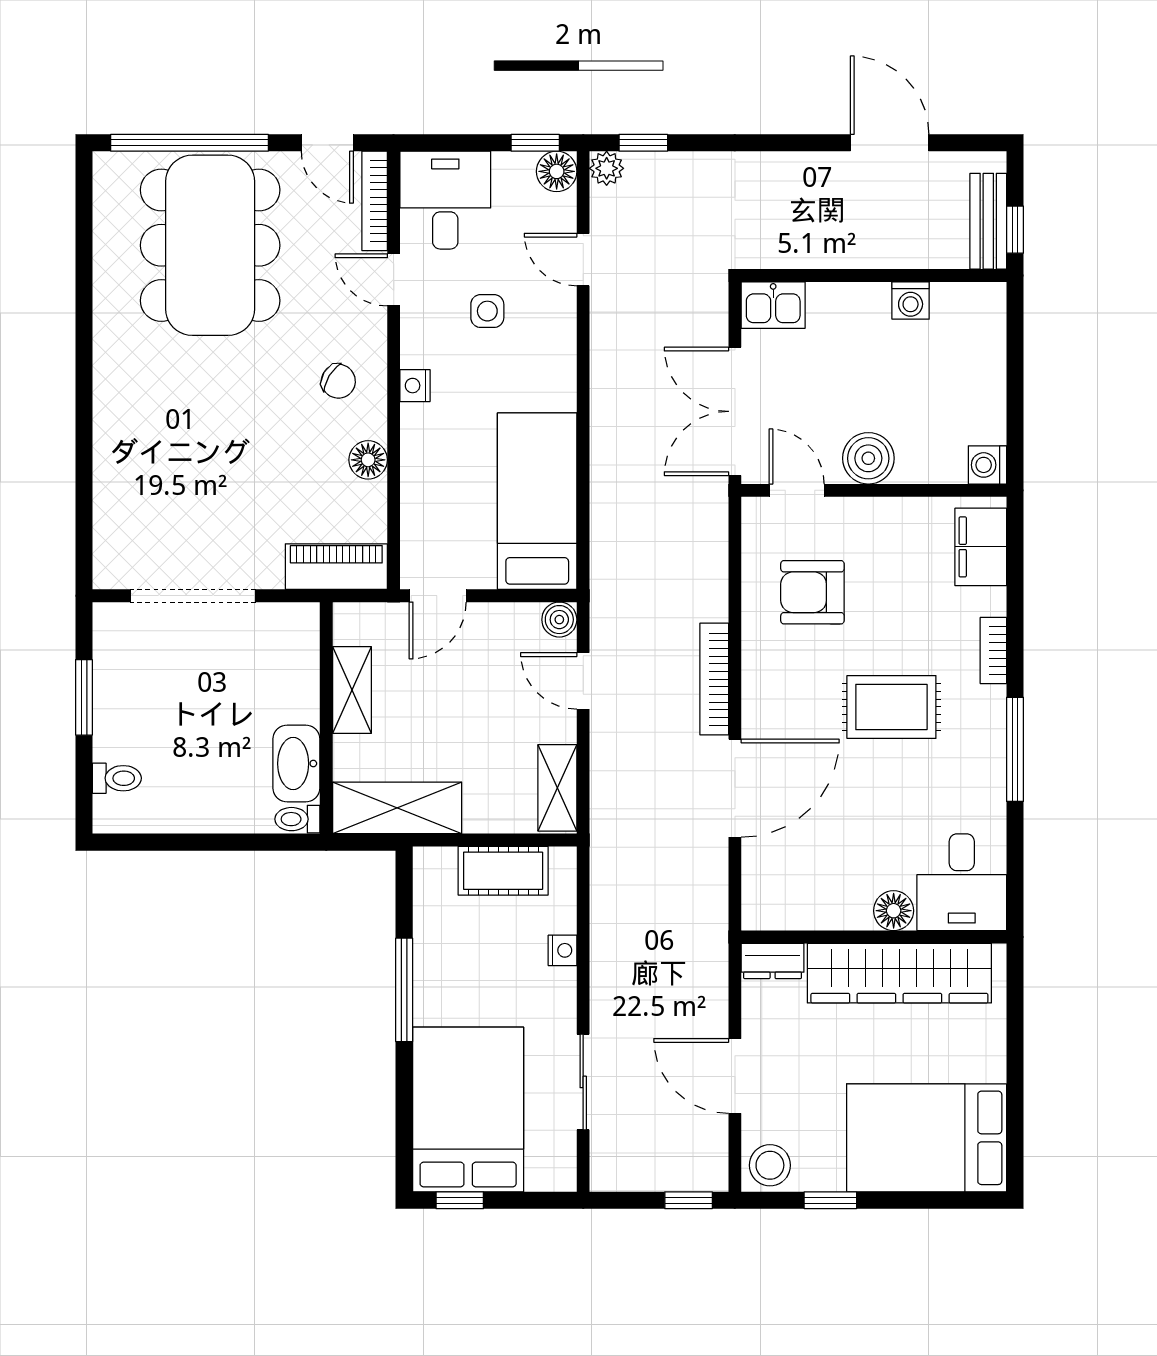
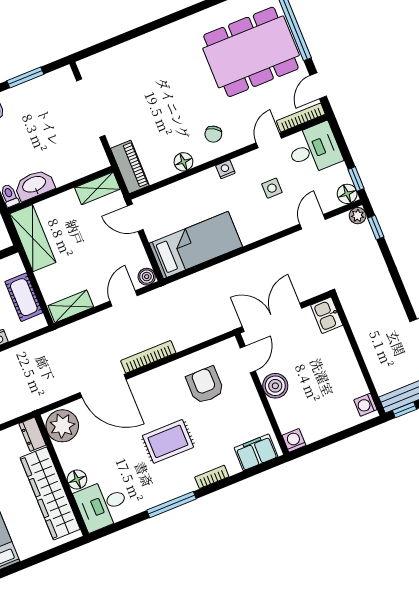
washing machine: (911, 300) -> (365, 405), moved
shelving: (352, 690) -> (97, 188), moved
rug: (891, 707) -> (168, 441), turned 90
plant: (779, 897) -> (62, 426), added

